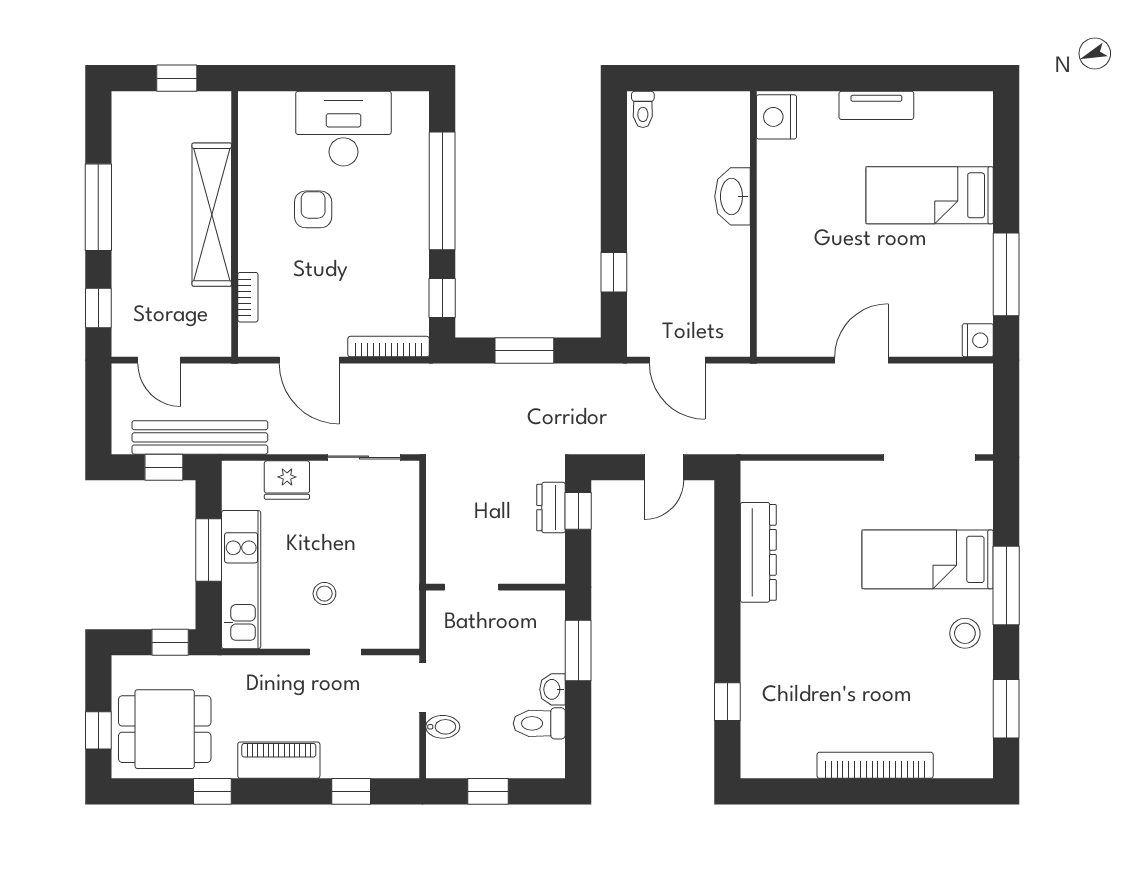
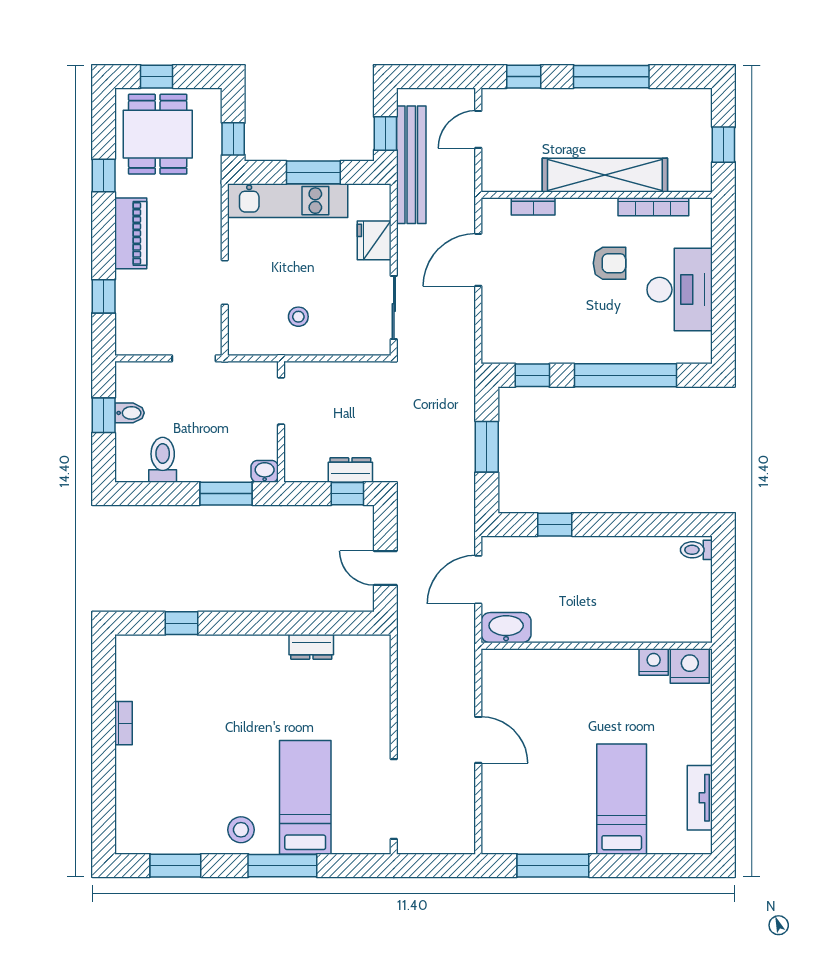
tv unit: (876, 105) -> (700, 798), moved
washbasin: (732, 196) -> (506, 628), moved
nightstand: (978, 340) -> (654, 662), moved, turned 180
bookcase: (389, 347) -> (653, 207), moved, turned 90
dresser: (758, 552) -> (311, 647), width x0.51, depth x0.80
stool: (324, 594) -> (298, 317), moved
washbasin: (553, 689) -> (265, 471), moved
bidet: (443, 727) -> (129, 413), moved, turned -90
bookcase: (875, 765) -> (124, 723), width x0.43, depth x0.76

